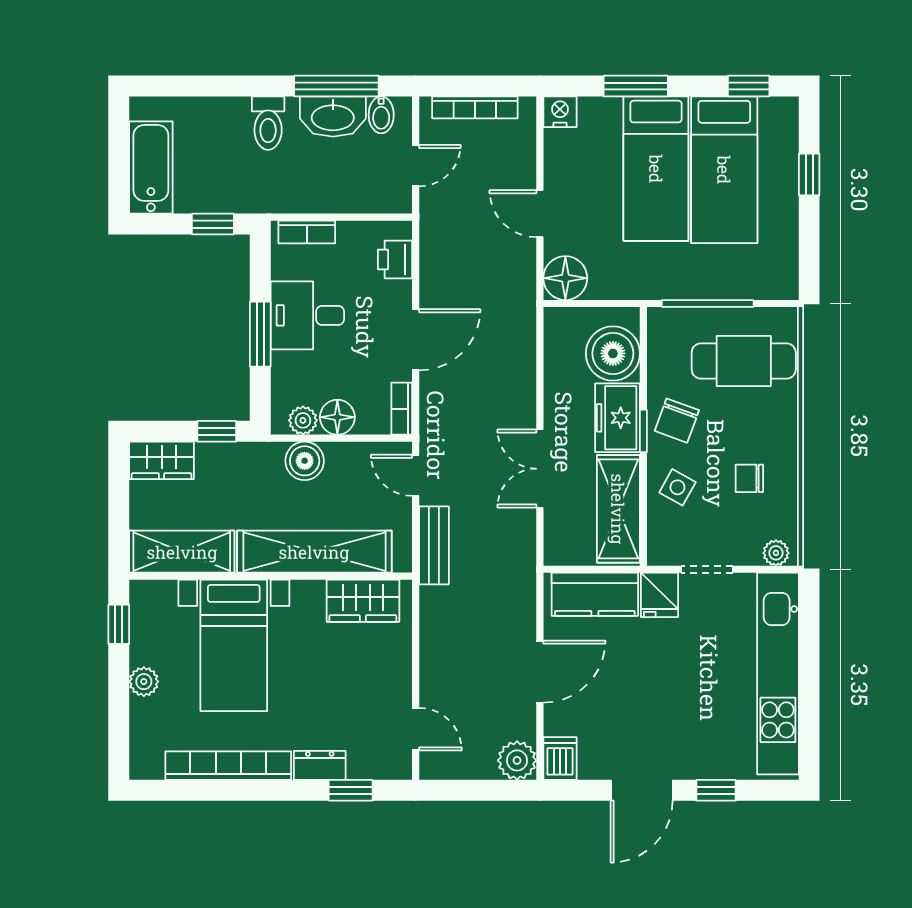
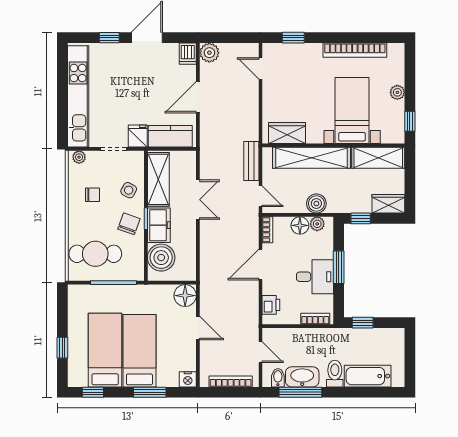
door: (416, 166) -> (260, 352), swing flipped
bathtub: (151, 168) -> (368, 376), moved, turned 90
dresser: (320, 765) -> (309, 50), removed

